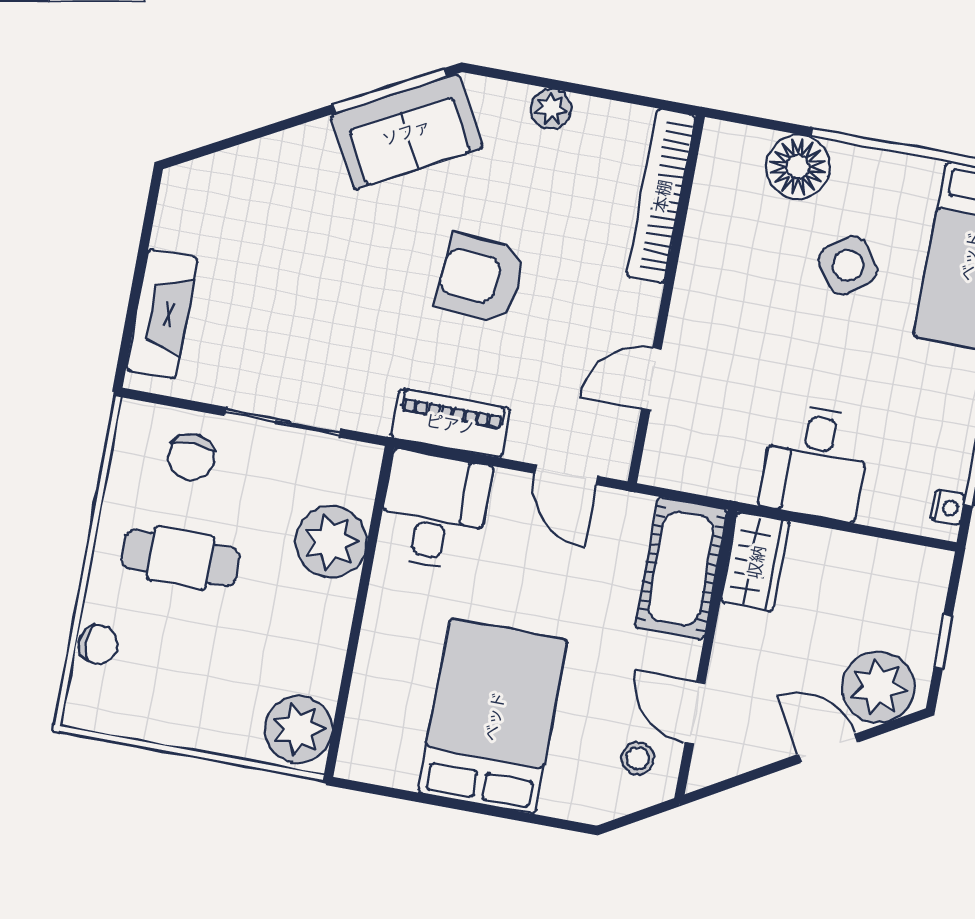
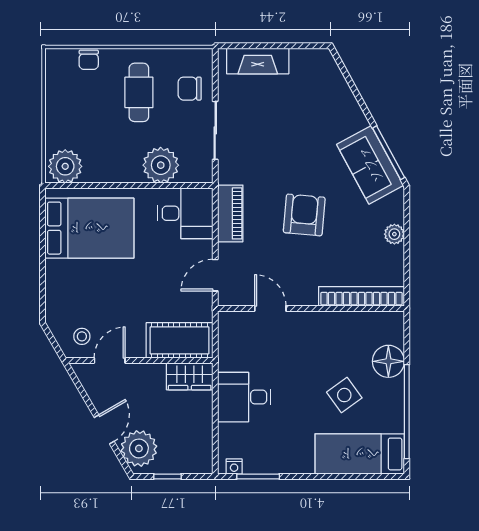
bed: (493, 716) -> (89, 228), moved

